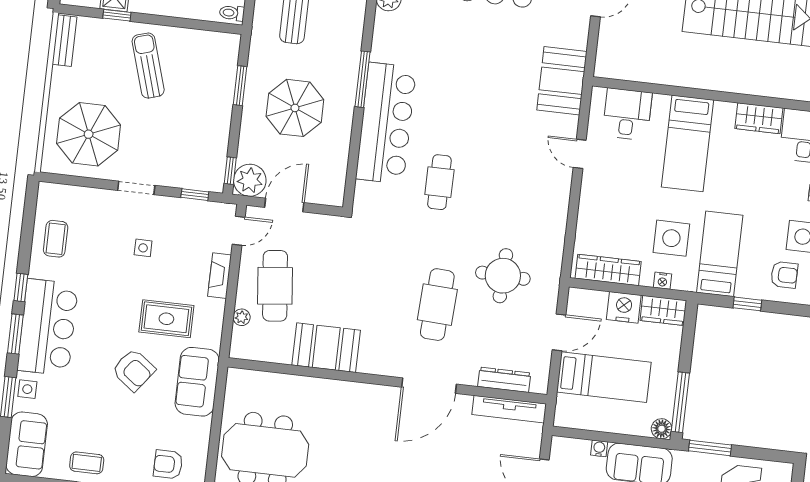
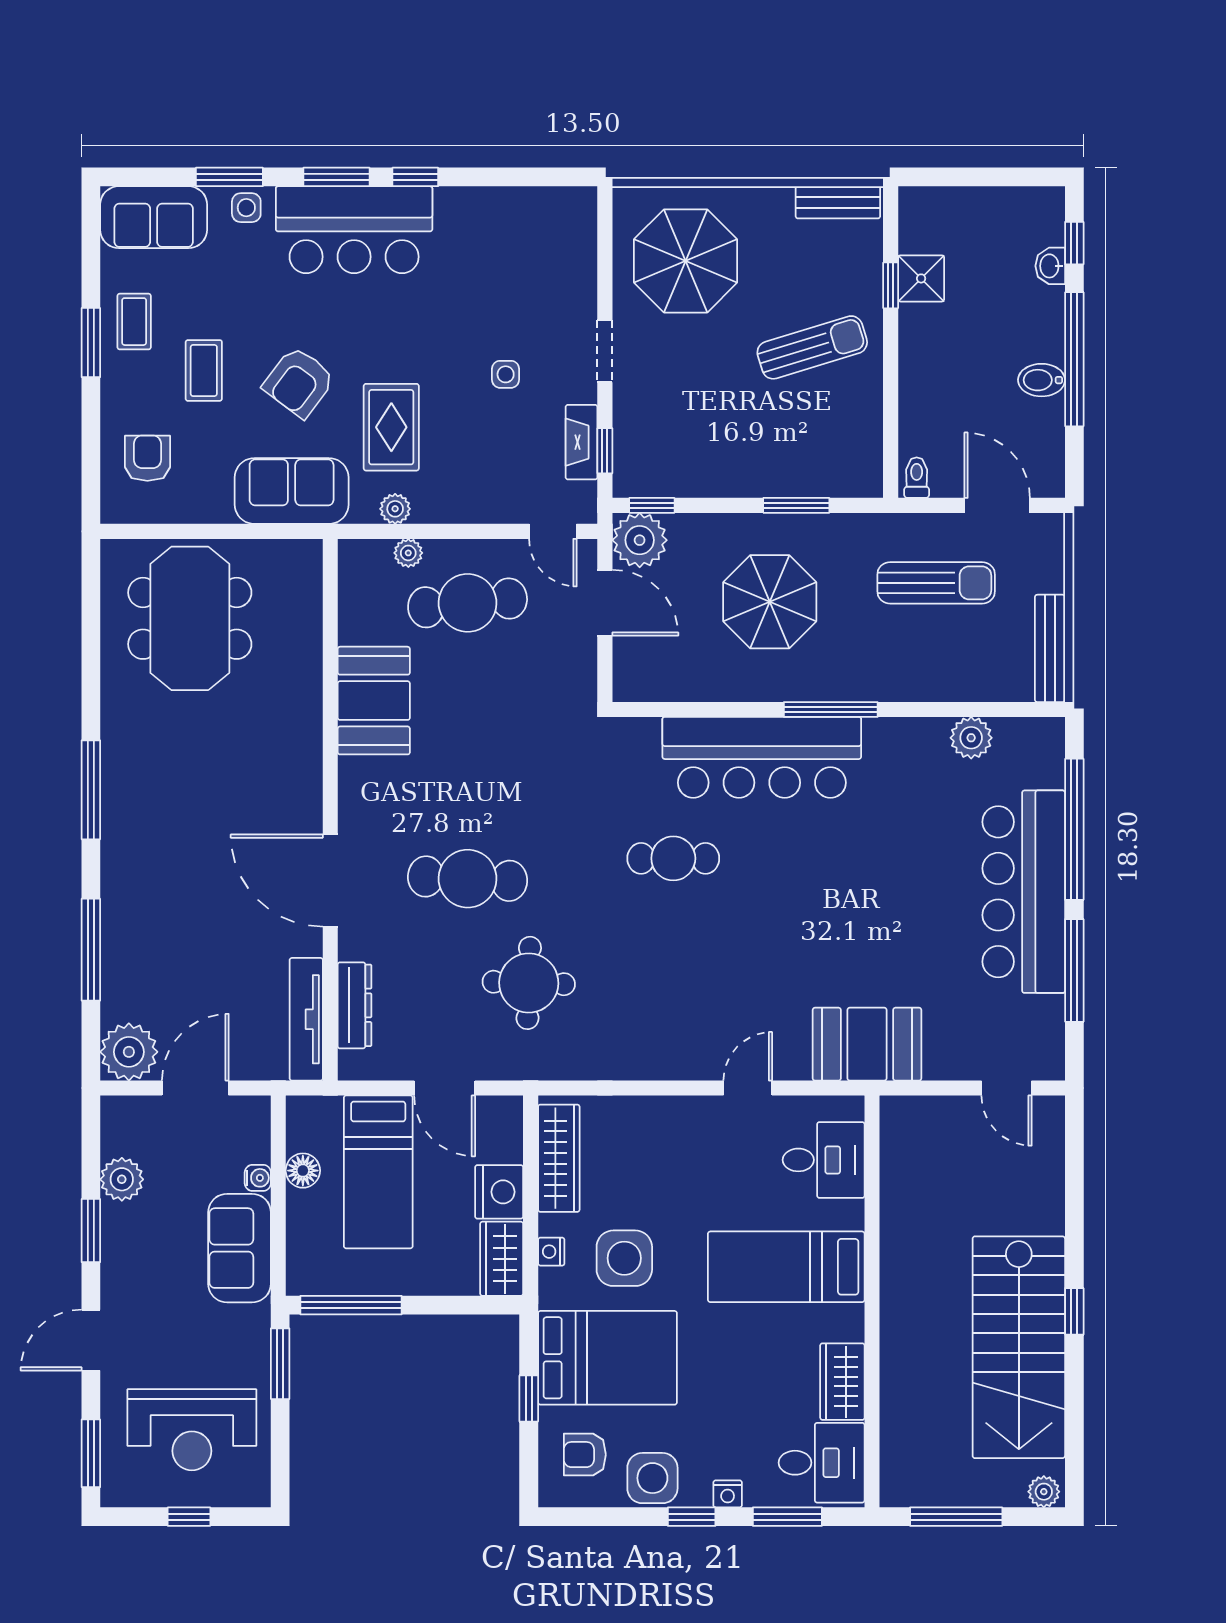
coffee table: (56, 239) -> (204, 370), moved, turned 90
bed: (720, 254) -> (607, 1358), width x1.50
armchair: (784, 275) -> (585, 1455), turned 90
fireplace: (220, 276) -> (581, 442), moved, turned -90
plant: (215, 322) -> (395, 509), added
floor lamp: (662, 429) -> (303, 1171), moved

